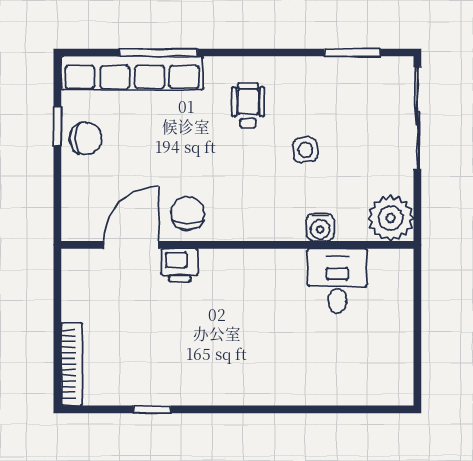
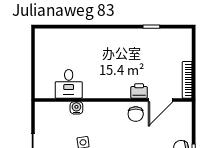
plant: (391, 218) -> (45, 112), removed
bookcase: (72, 364) -> (187, 80), moved

